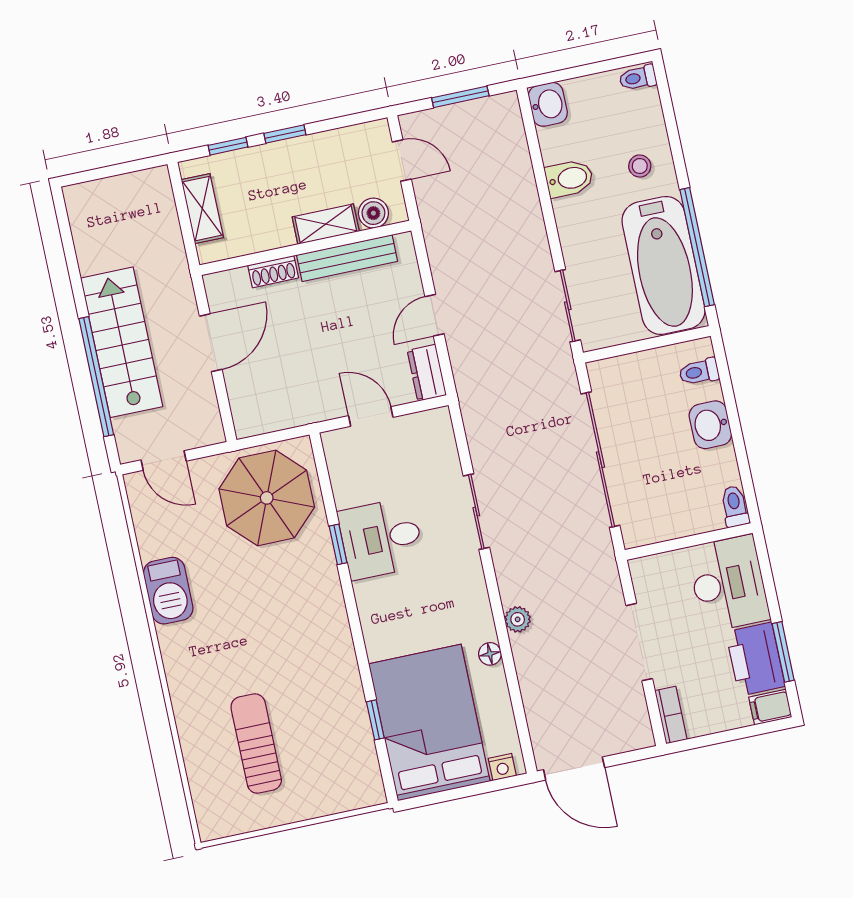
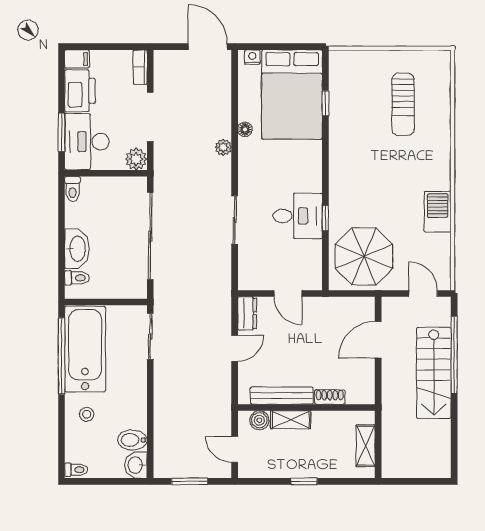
window: (228, 146) -> (341, 481), removed
bidet: (569, 178) -> (132, 440), moved
door: (211, 343) -> (378, 340), moved
washbasin: (710, 425) -> (77, 249), width x1.38
plant: (647, 573) -> (136, 159), added
window: (783, 652) -> (62, 132), moved

